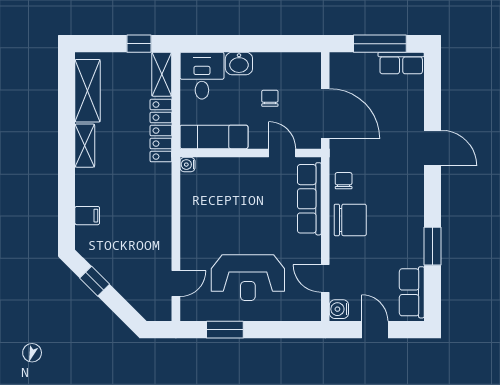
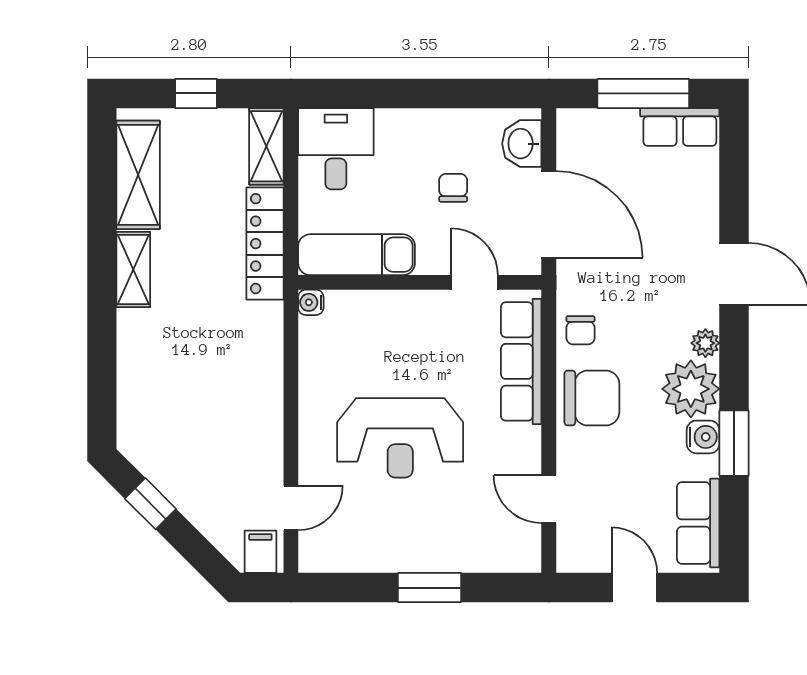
window: (139, 44) -> (196, 93), moved
washbasin: (239, 63) -> (522, 144), moved, turned 90
chair: (344, 181) -> (580, 330), turned 180
plant: (416, 188) -> (705, 343), added
plant: (407, 215) -> (691, 389), added
filing cabinet: (87, 216) -> (260, 552), moved, turned -90
reception desk: (248, 278) -> (400, 438), moved
water cooler: (339, 309) -> (703, 437), moved, turned 180
window: (225, 330) -> (429, 588), moved

